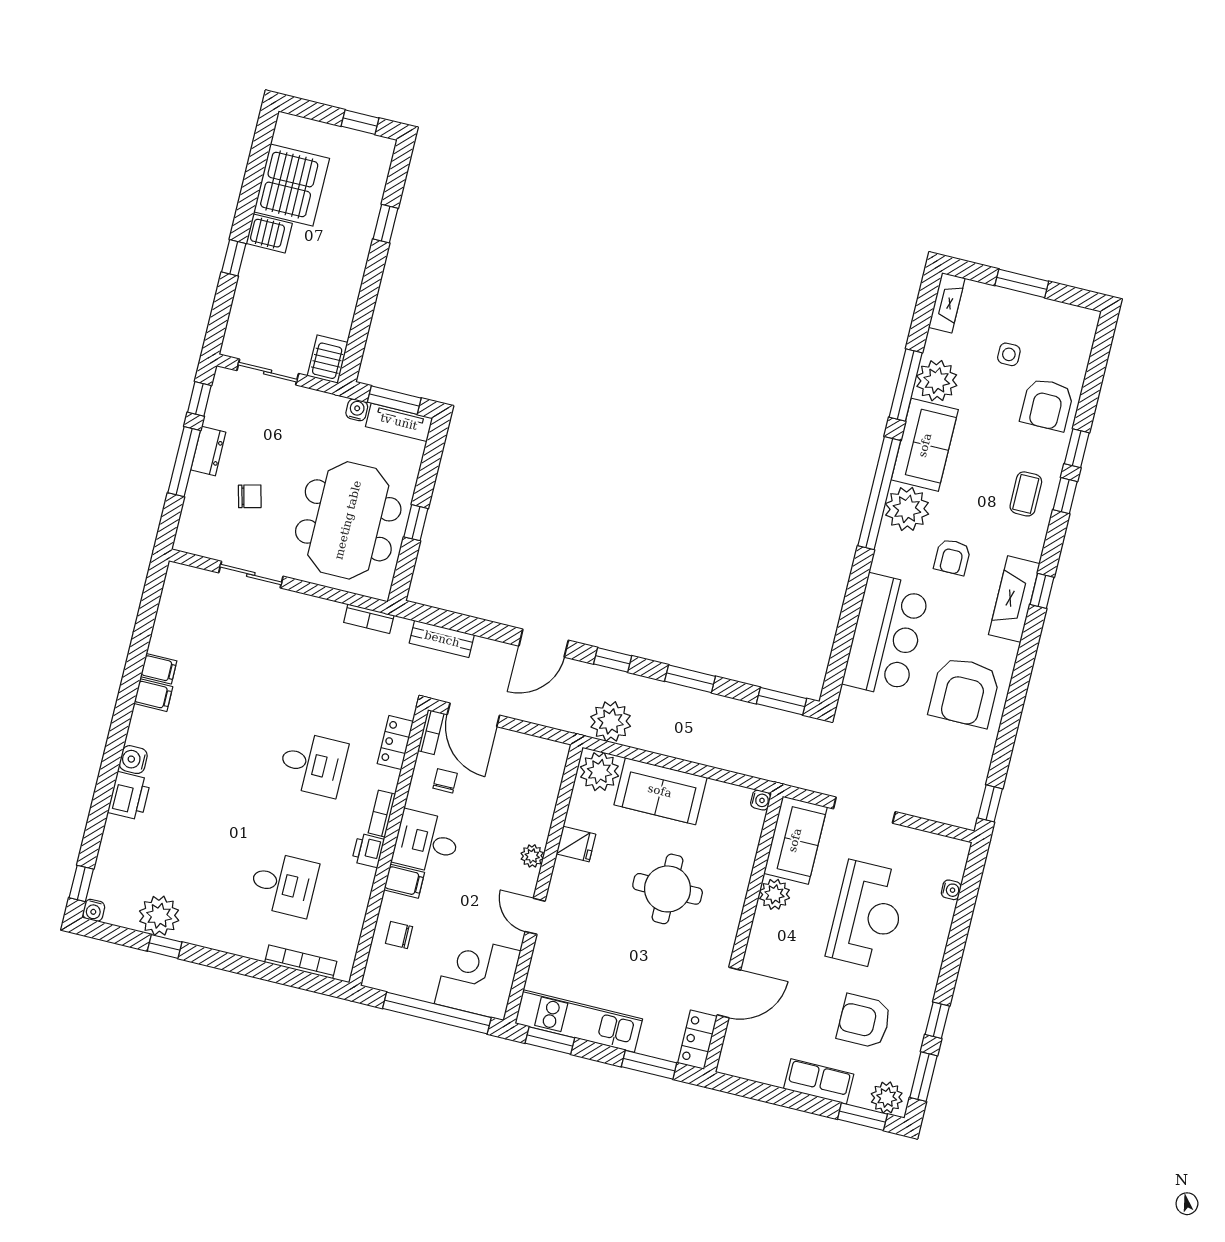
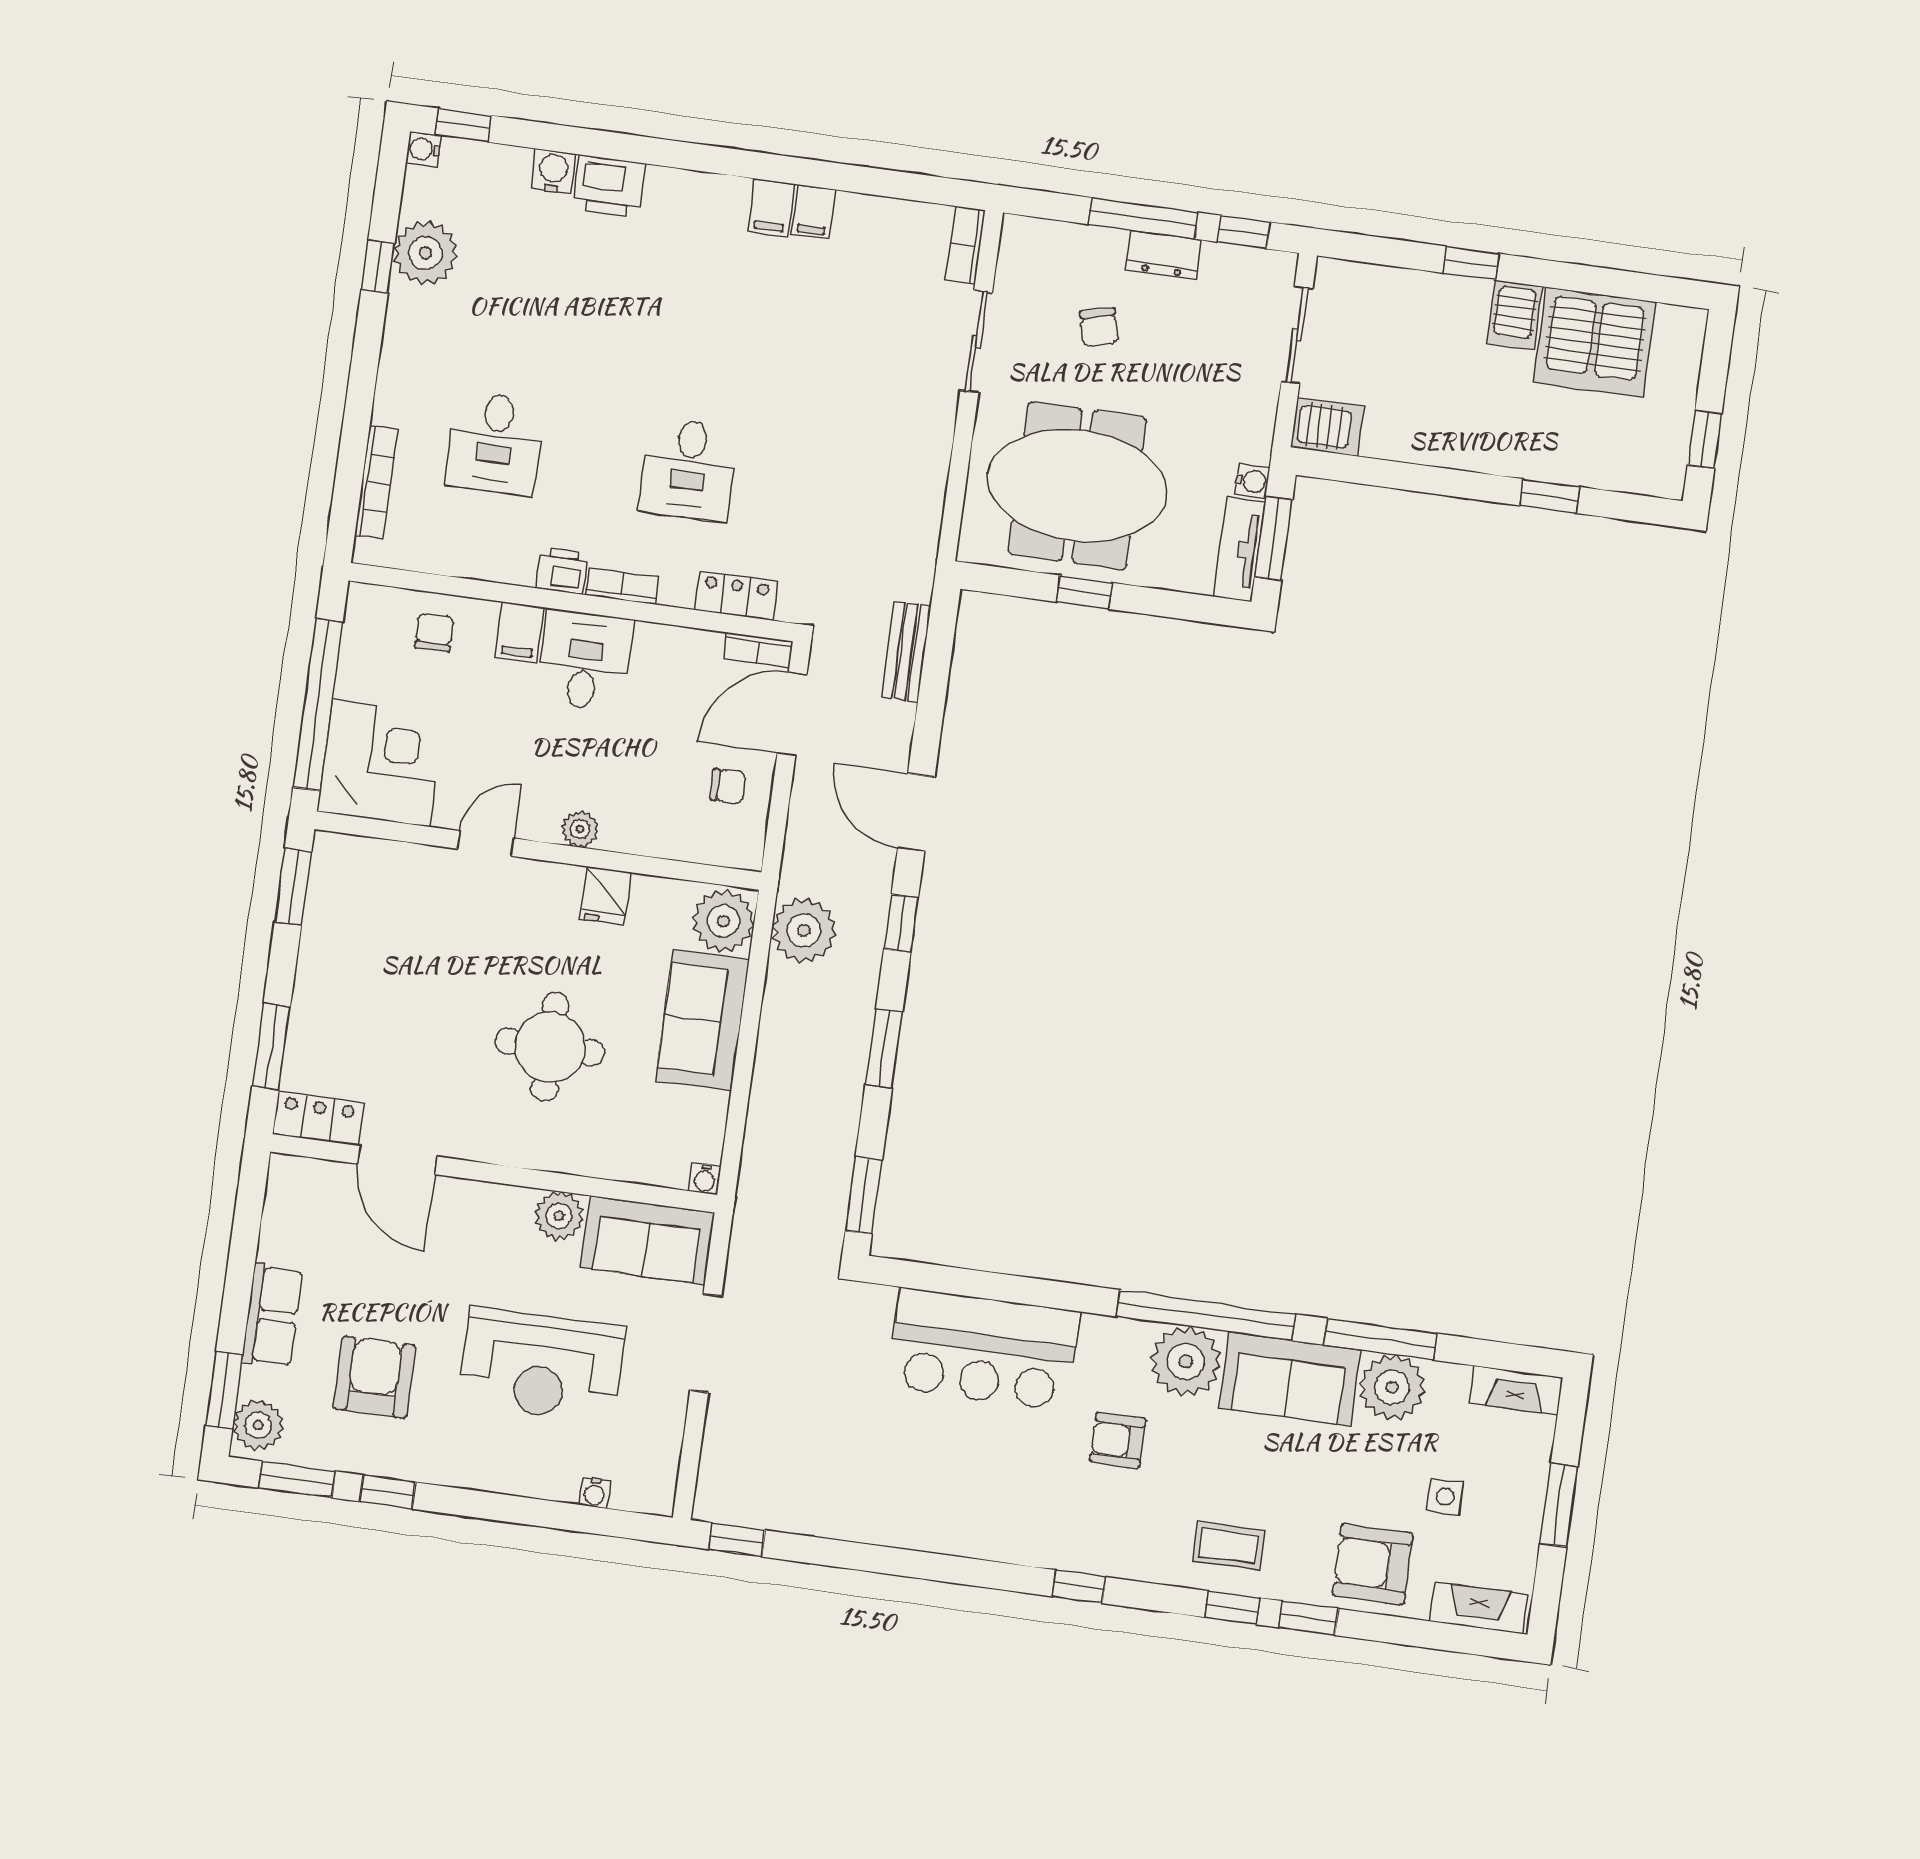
fireplace: (1014, 599) -> (1479, 1608), moved, width x0.73, depth x0.76
bookcase: (369, 619) -> (965, 245), moved
armchair: (965, 692) -> (908, 1481), removed
water cooler: (133, 760) -> (553, 171), moved
chair: (445, 781) -> (728, 786), moved
kitchen unit: (579, 1021) -> (328, 929), removed

